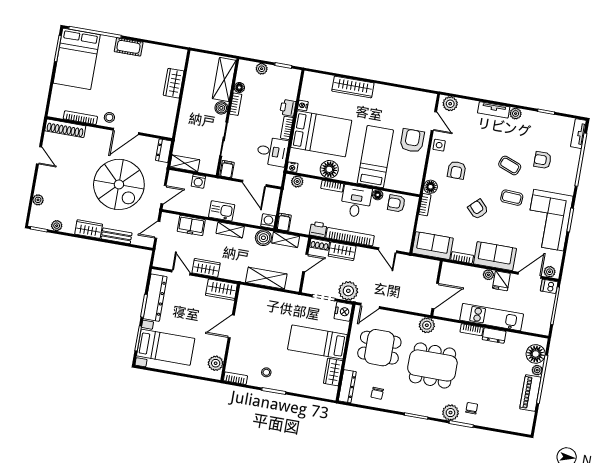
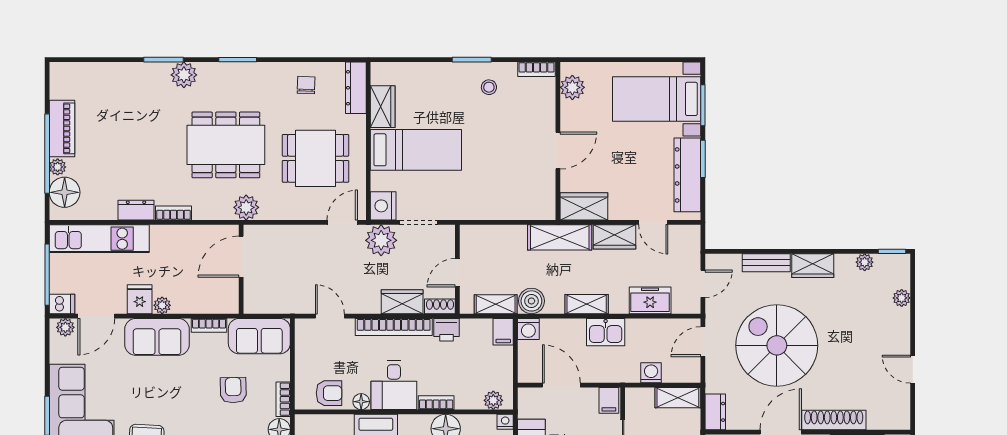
shoe rack: (65, 128) -> (834, 420), moved
armchair: (478, 209) -> (233, 390), moved, turned -137
shelving: (266, 278) -> (560, 237), moved
kitchen unit: (492, 317) -> (99, 239), moved
chair: (472, 408) -> (151, 88), removed

